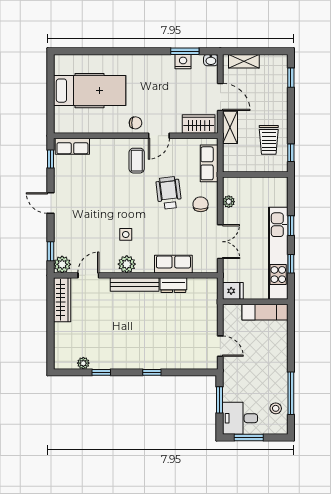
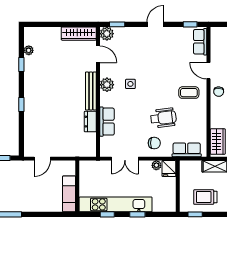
door: (159, 136) -> (208, 71), moved
fridge: (233, 291) -> (169, 169), moved

